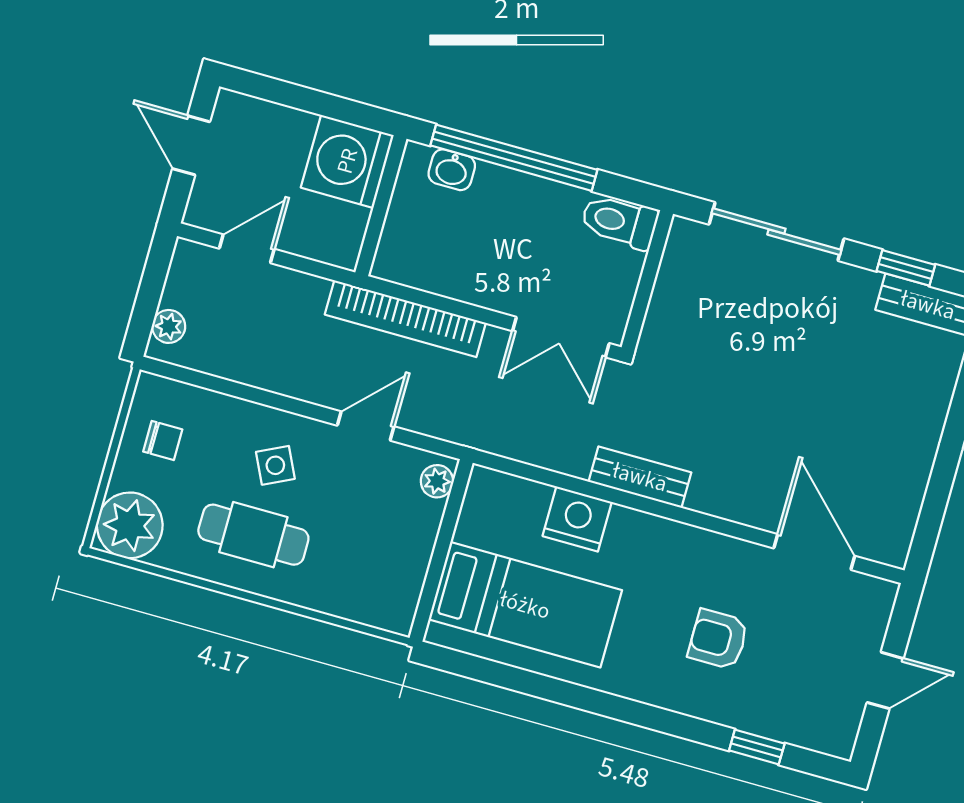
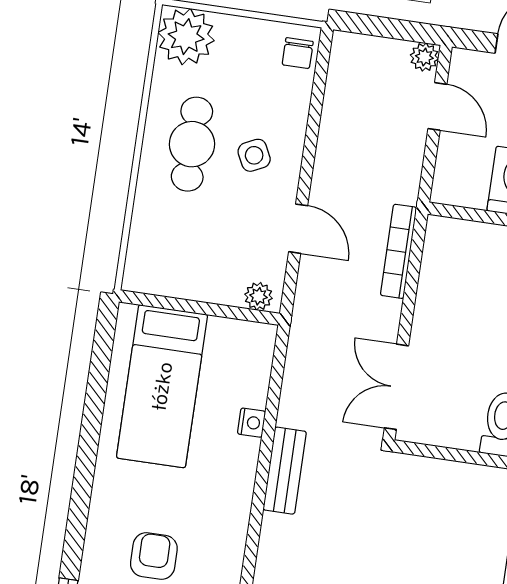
bookcase: (405, 319) -> (399, 251), width x0.68, depth x0.76
plant: (169, 326) -> (424, 57), moved
chair: (163, 441) -> (298, 53), moved
nightstand: (577, 519) -> (252, 423), width x0.53, depth x0.56

